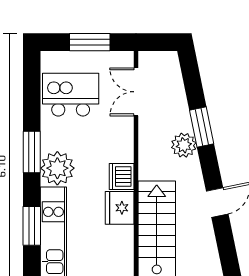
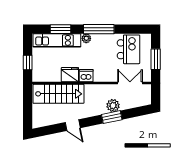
plant: (184, 145) -> (113, 106), moved
window: (32, 152) -> (99, 29), width x1.44
plant: (57, 168) -> (86, 38), width x0.53, depth x0.53

